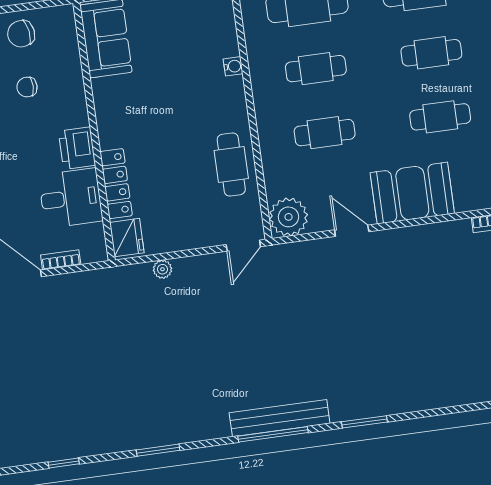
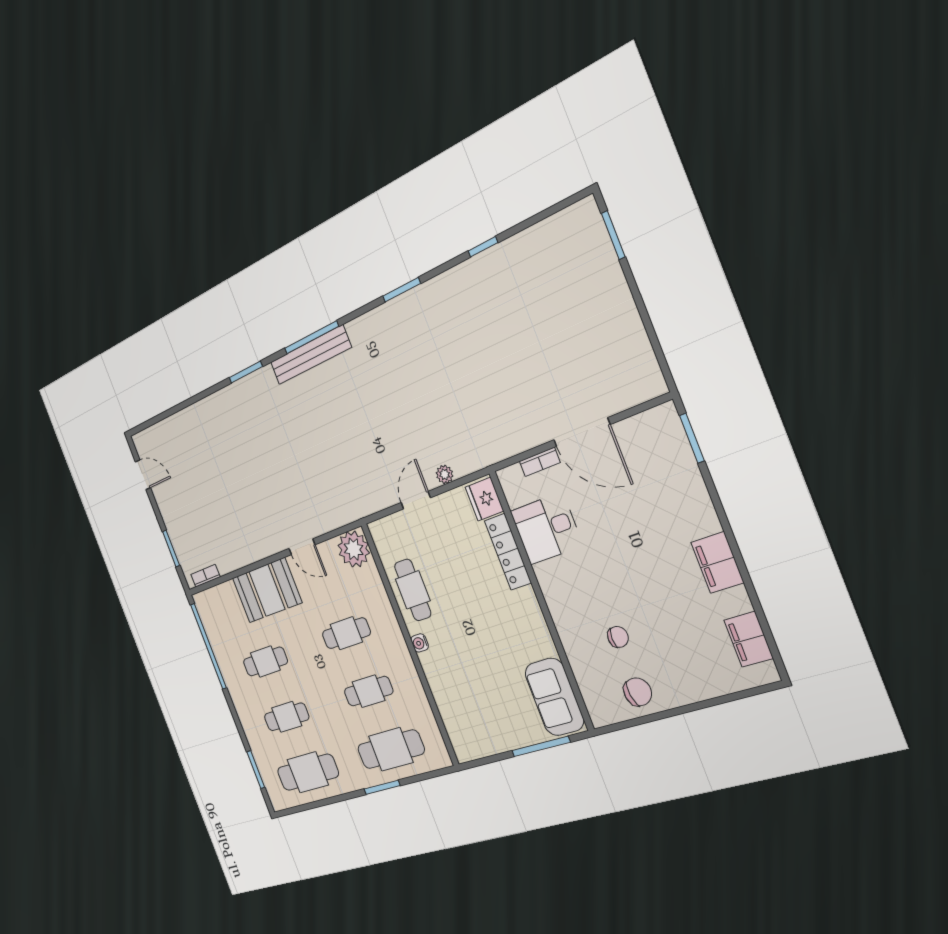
water cooler: (233, 66) -> (420, 643), moved
printer: (77, 148) -> (553, 581), removed
door: (243, 246) -> (416, 500), moved

